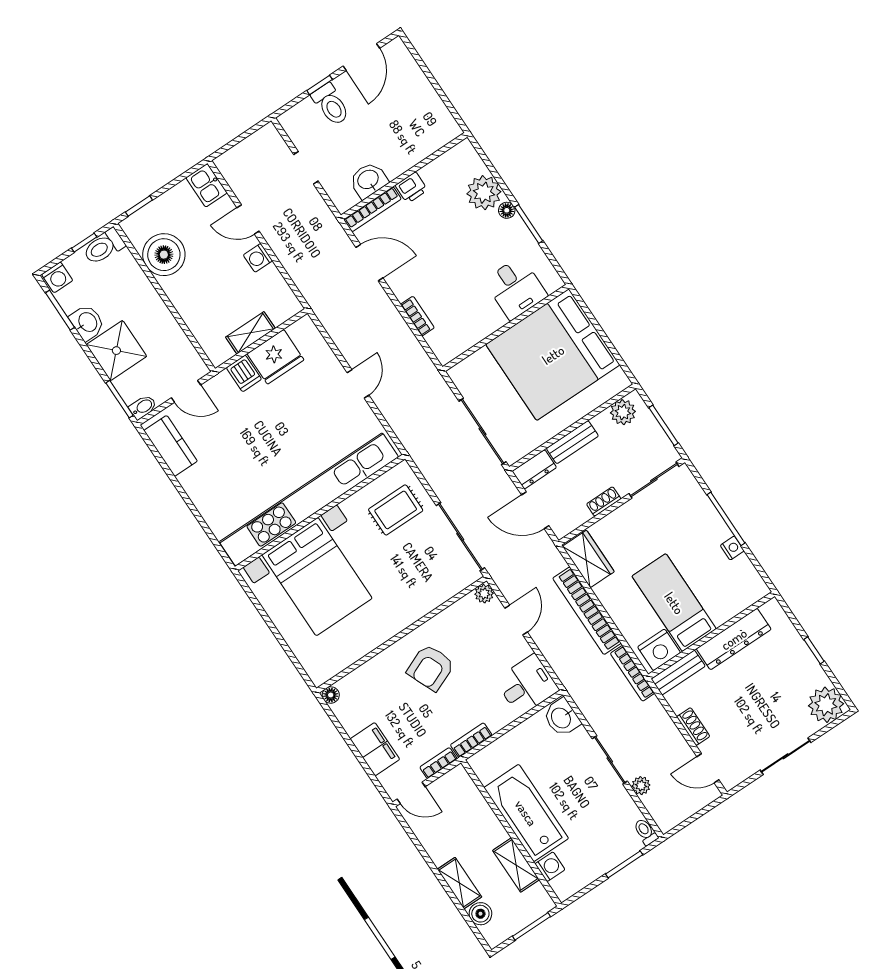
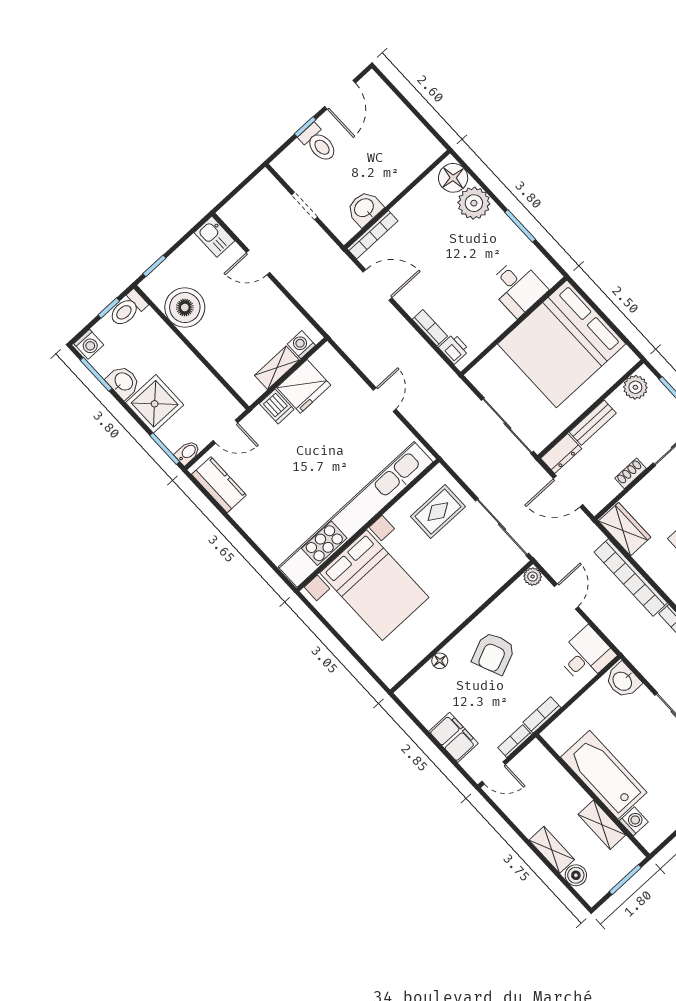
printer: (411, 188) -> (454, 349), moved, turned -90
floor lamp: (507, 210) -> (453, 178), moved, width x1.89, depth x1.89
washing machine: (258, 258) -> (301, 345), moved, turned 90
floor lamp: (331, 695) -> (440, 661), moved

